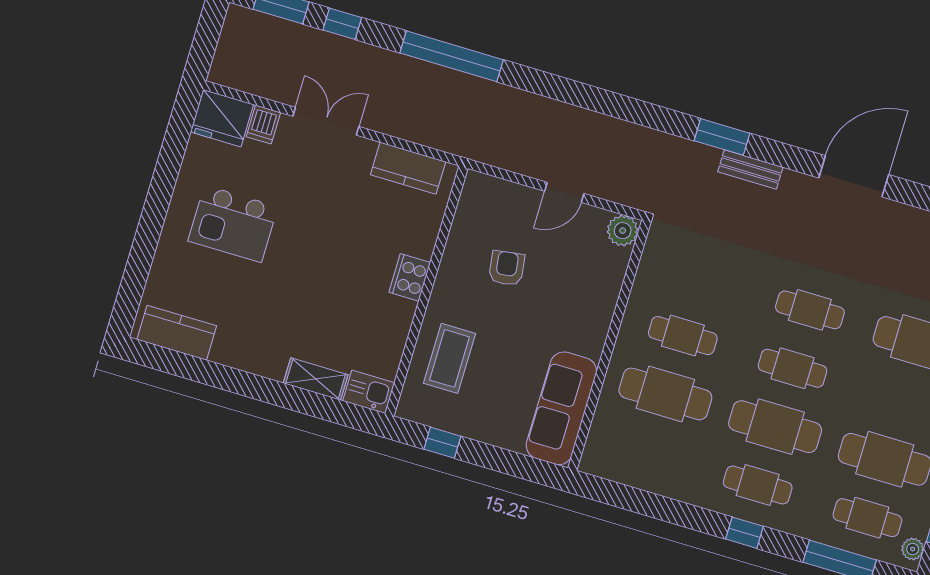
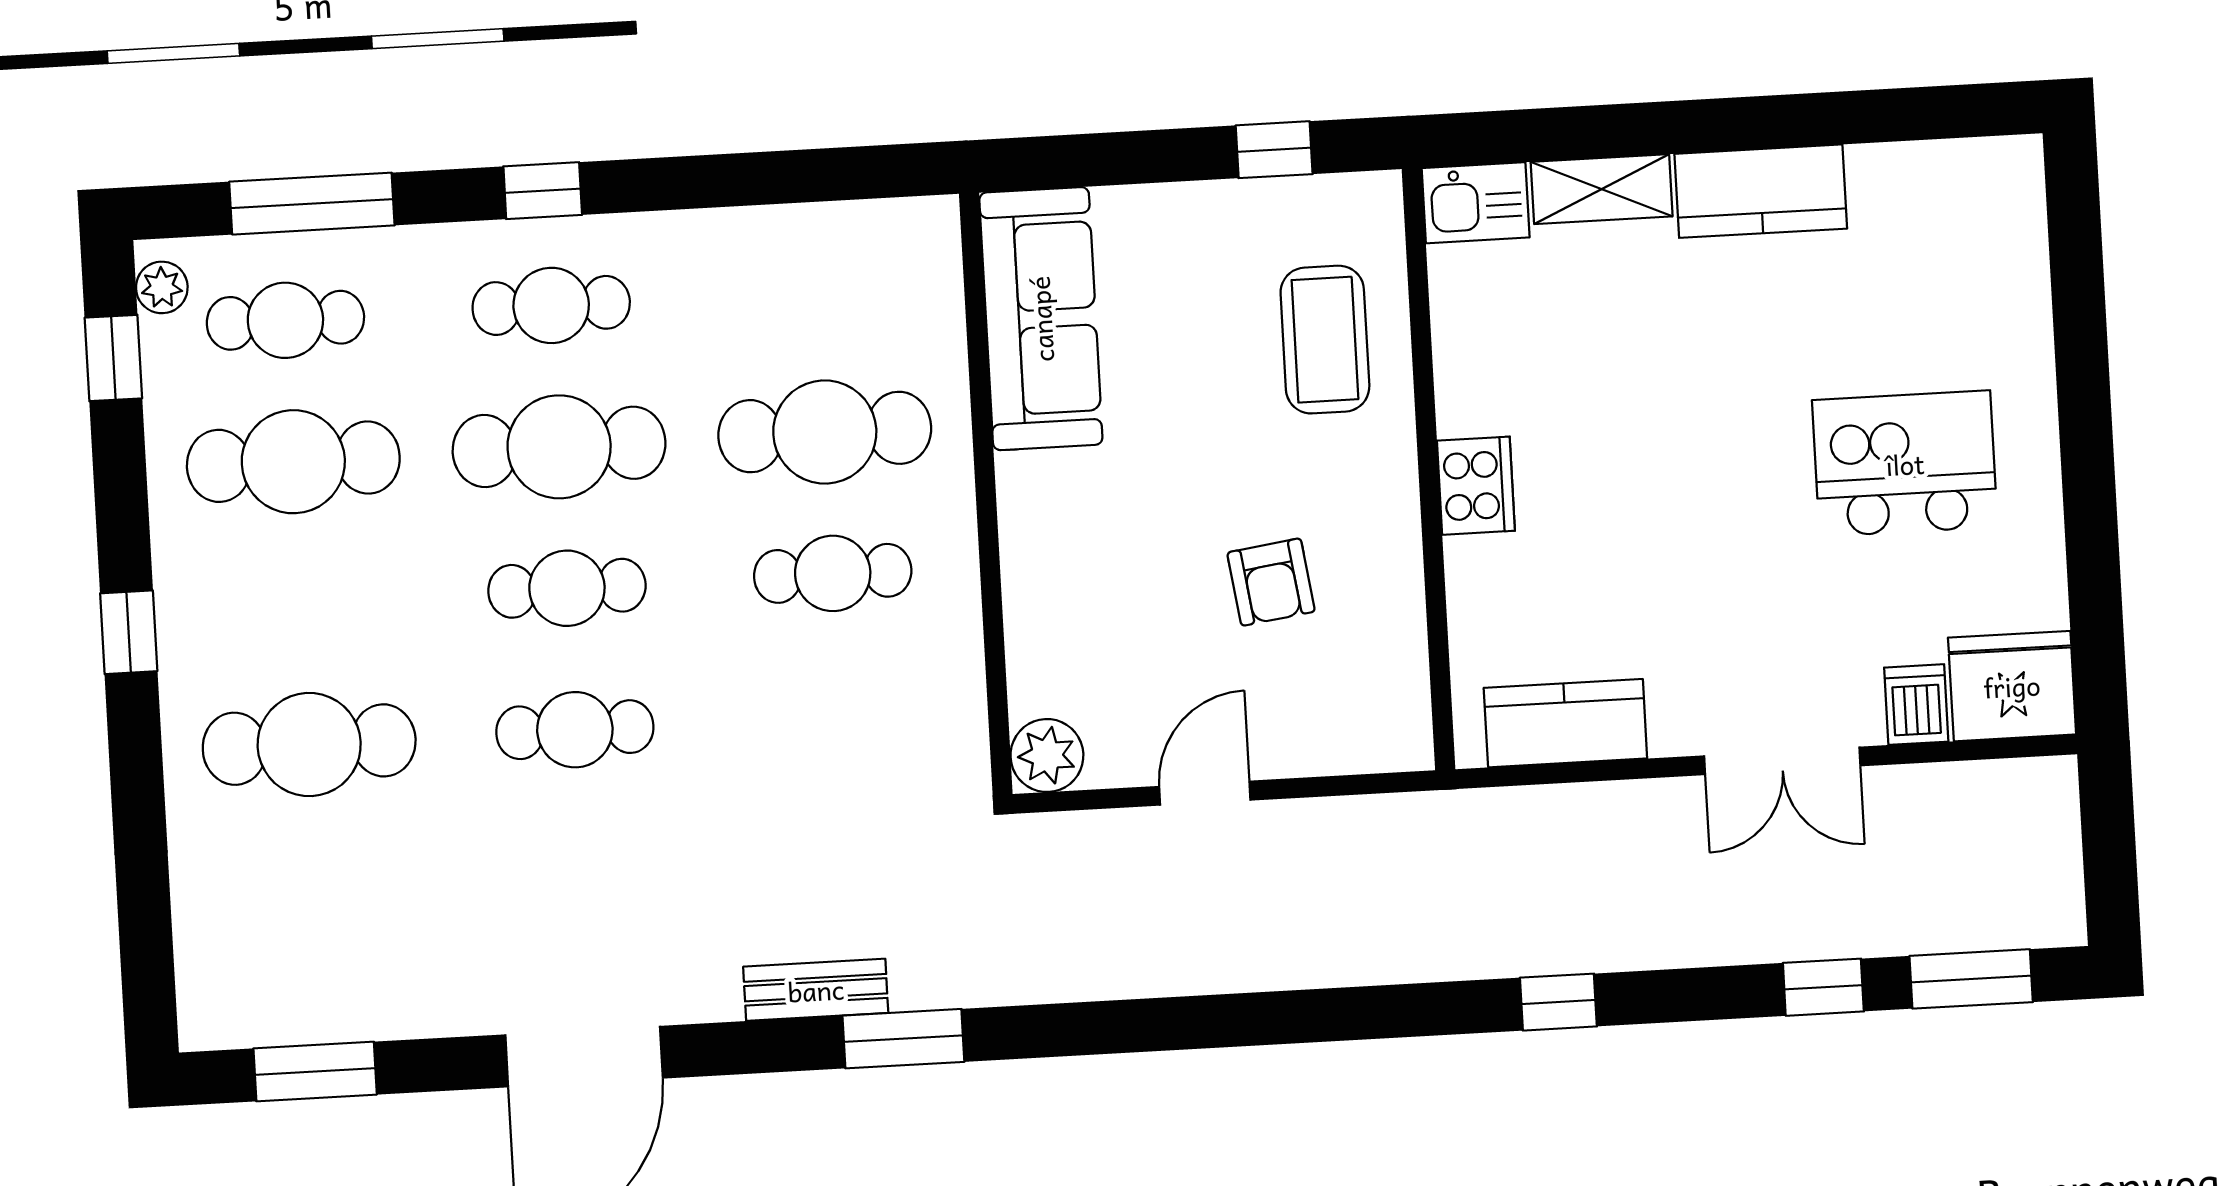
window: (452, 56) -> (1558, 1002), width x0.32
kitchen counter: (177, 333) -> (1761, 191), moved

